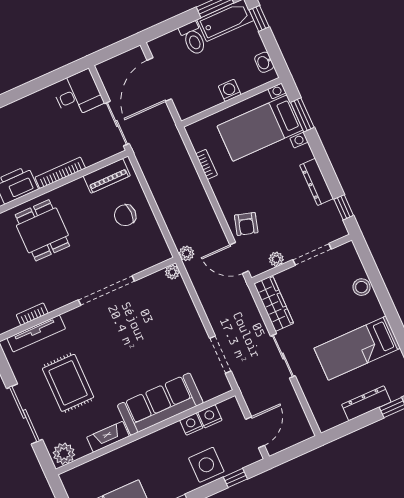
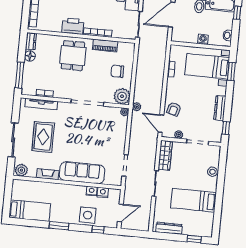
piano: (107, 176) -> (105, 45), moved
plant: (155, 250) -> (122, 96), added
dresser: (366, 403) -> (169, 228), moved

